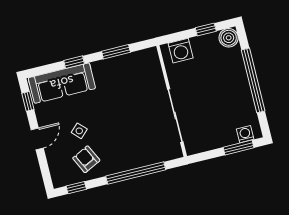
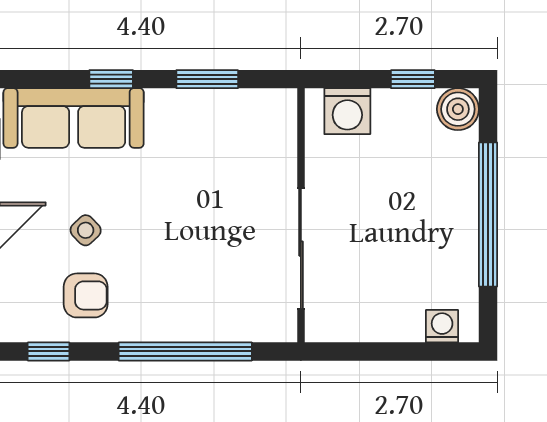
window: (239, 148) -> (421, 351), removed
armchair: (86, 159) -> (86, 295), turned 116

